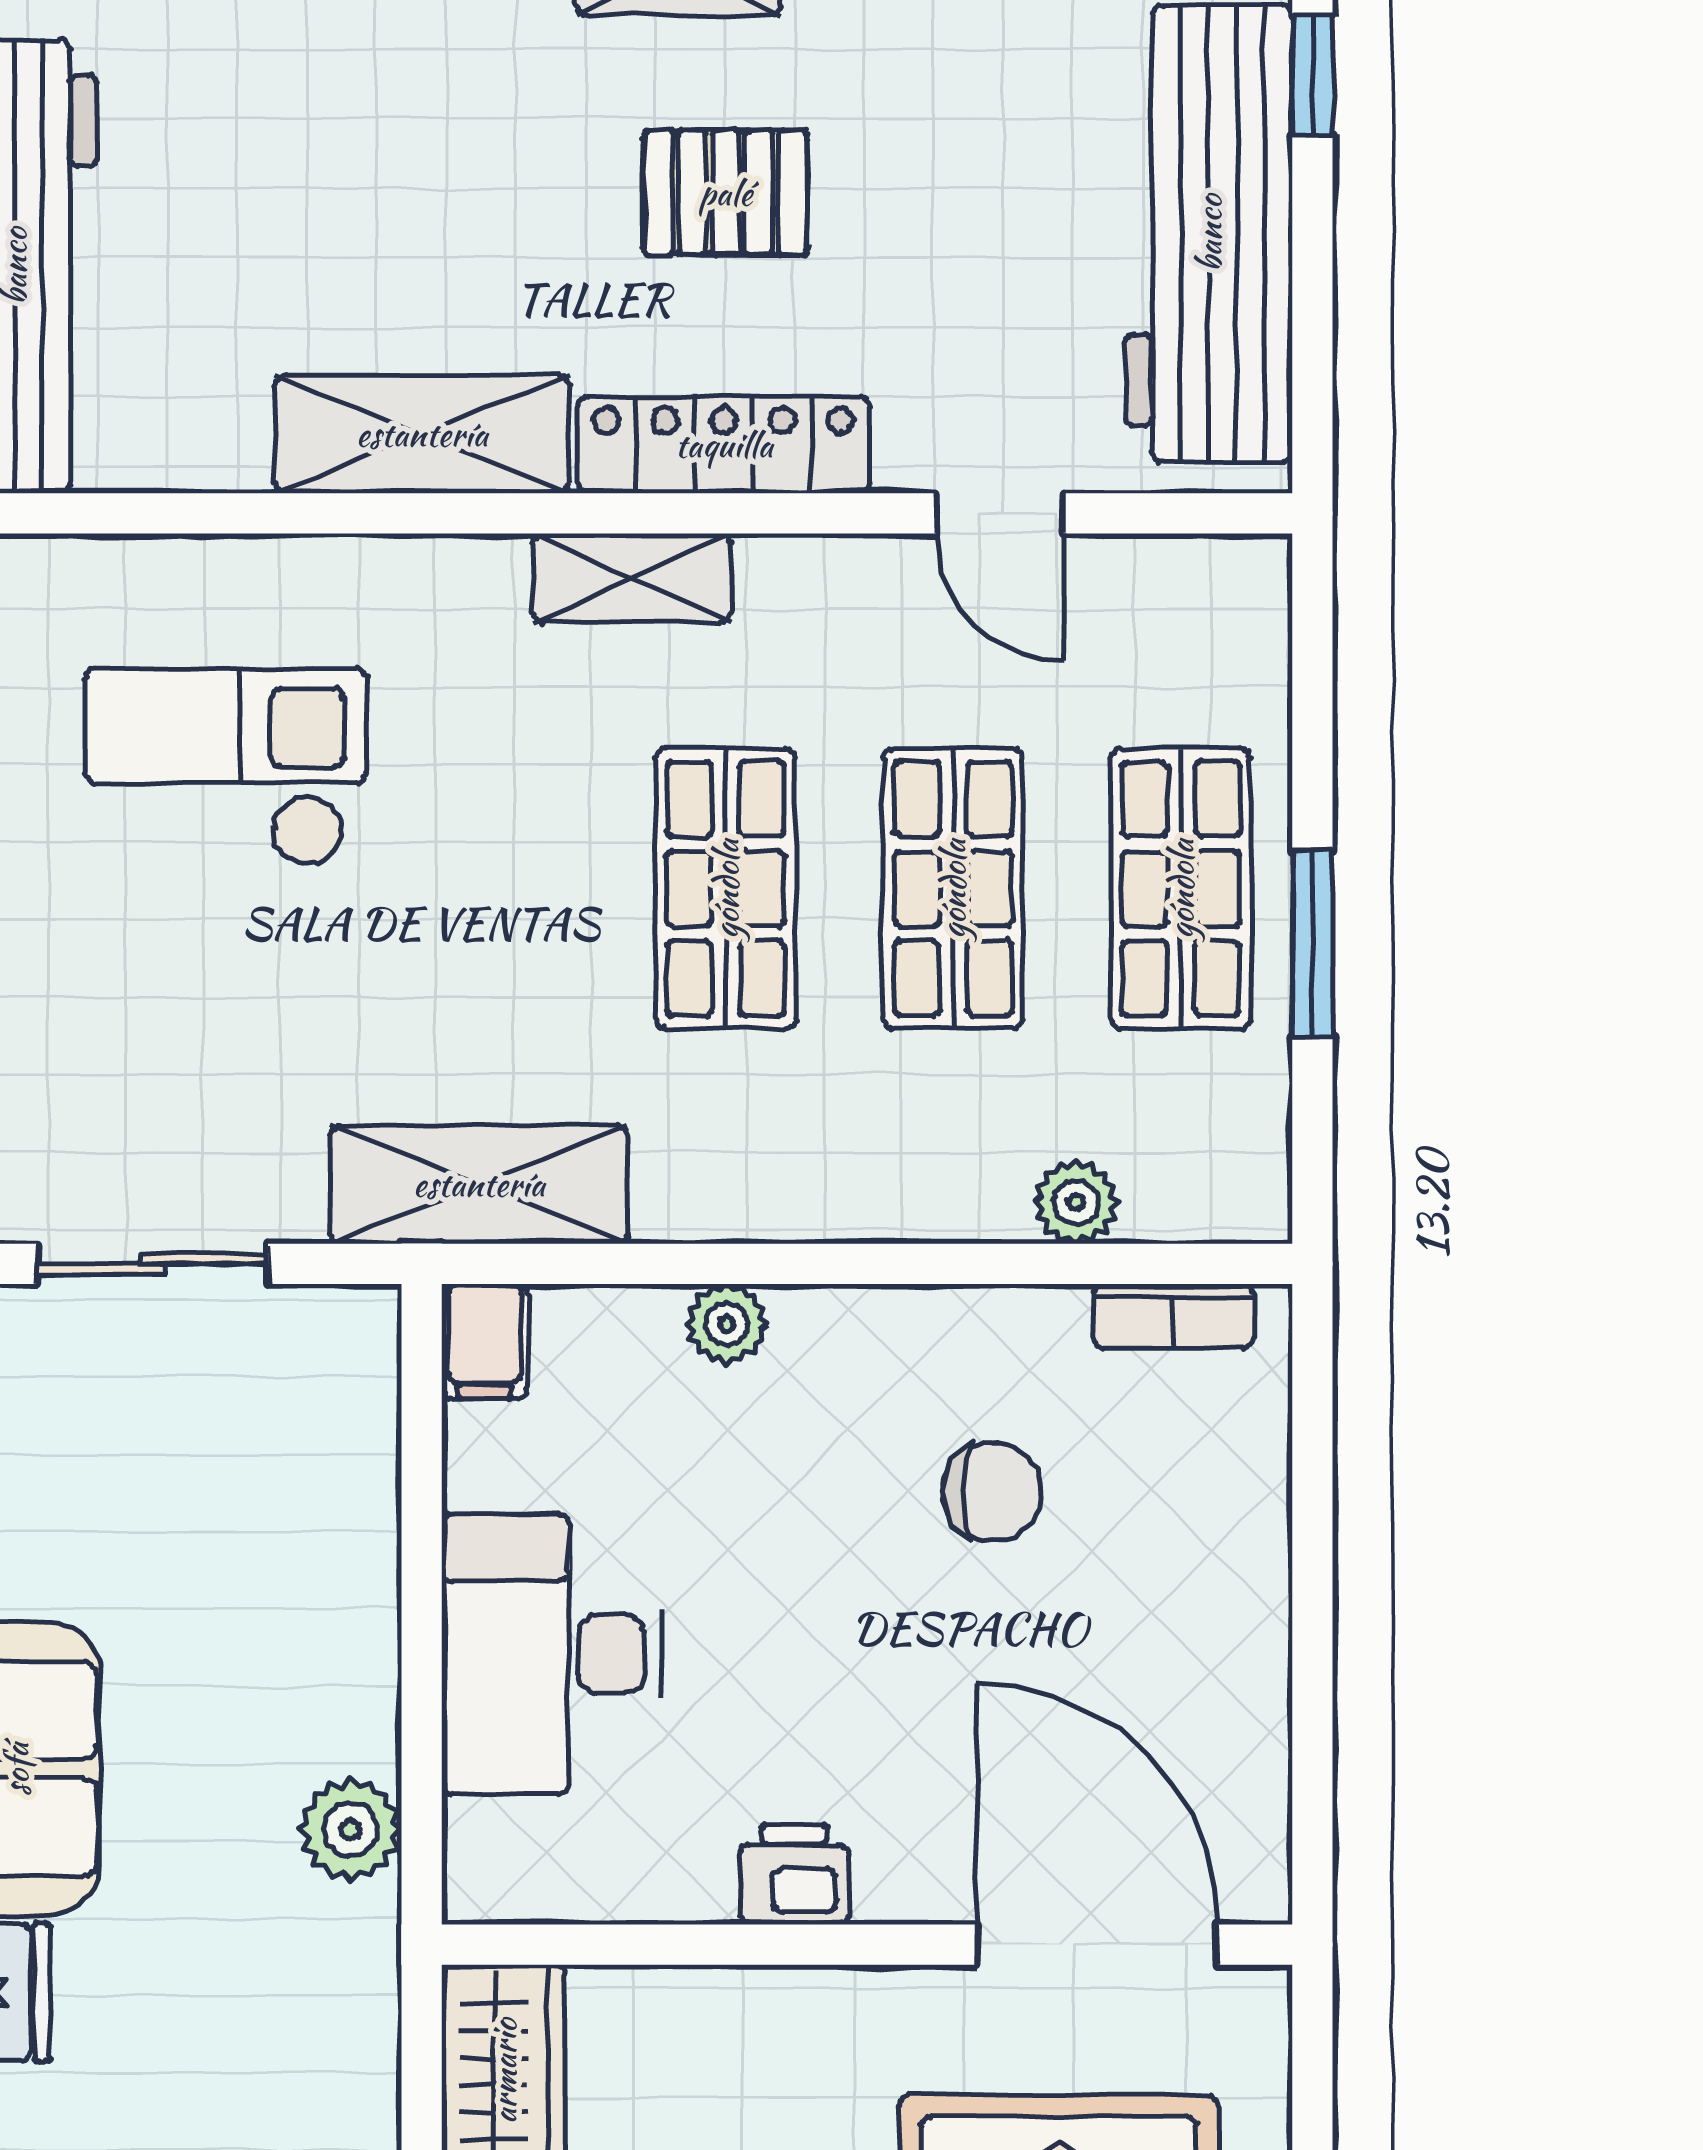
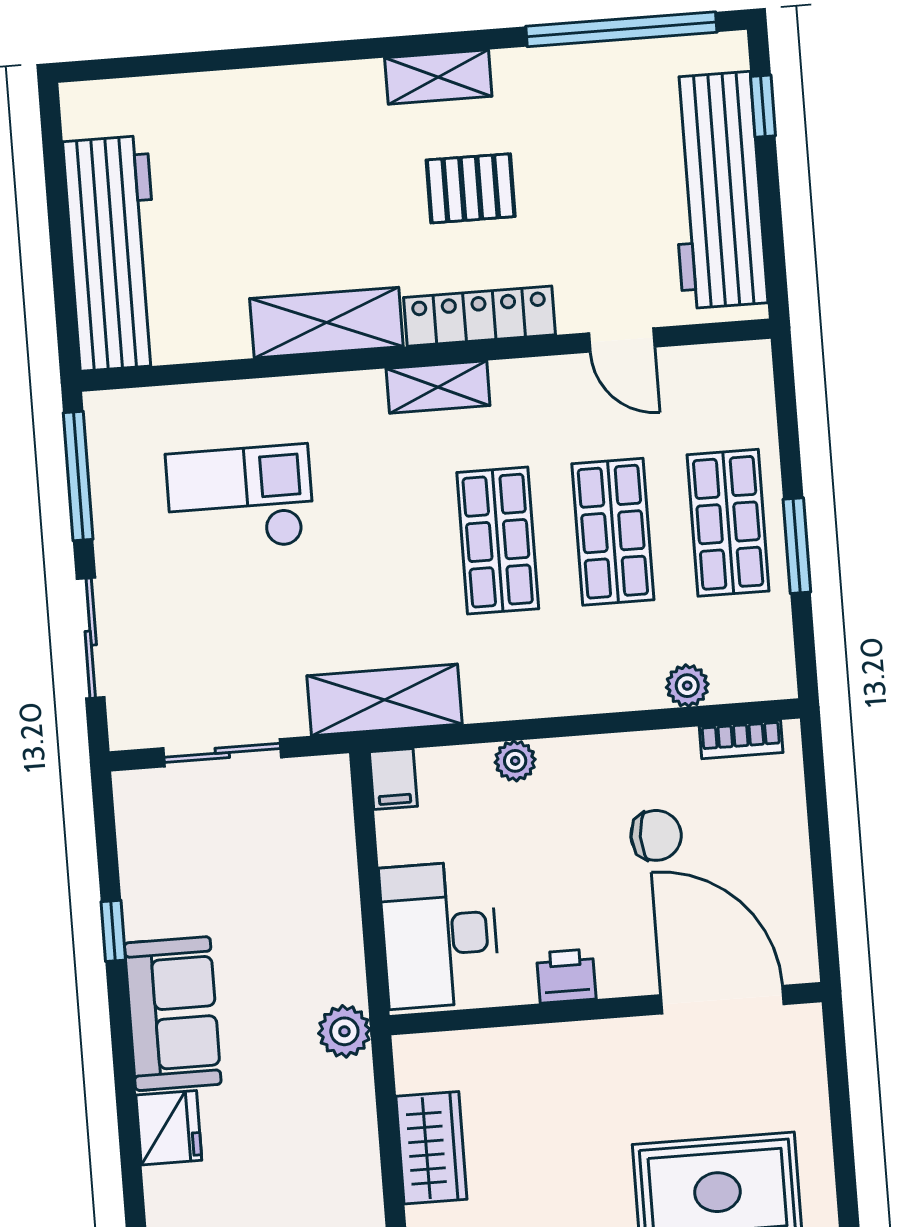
printer: (794, 1874) -> (566, 976), moved
wall: (867, 1945) -> (606, 1009), moved
door: (1098, 1945) -> (722, 1000), moved

